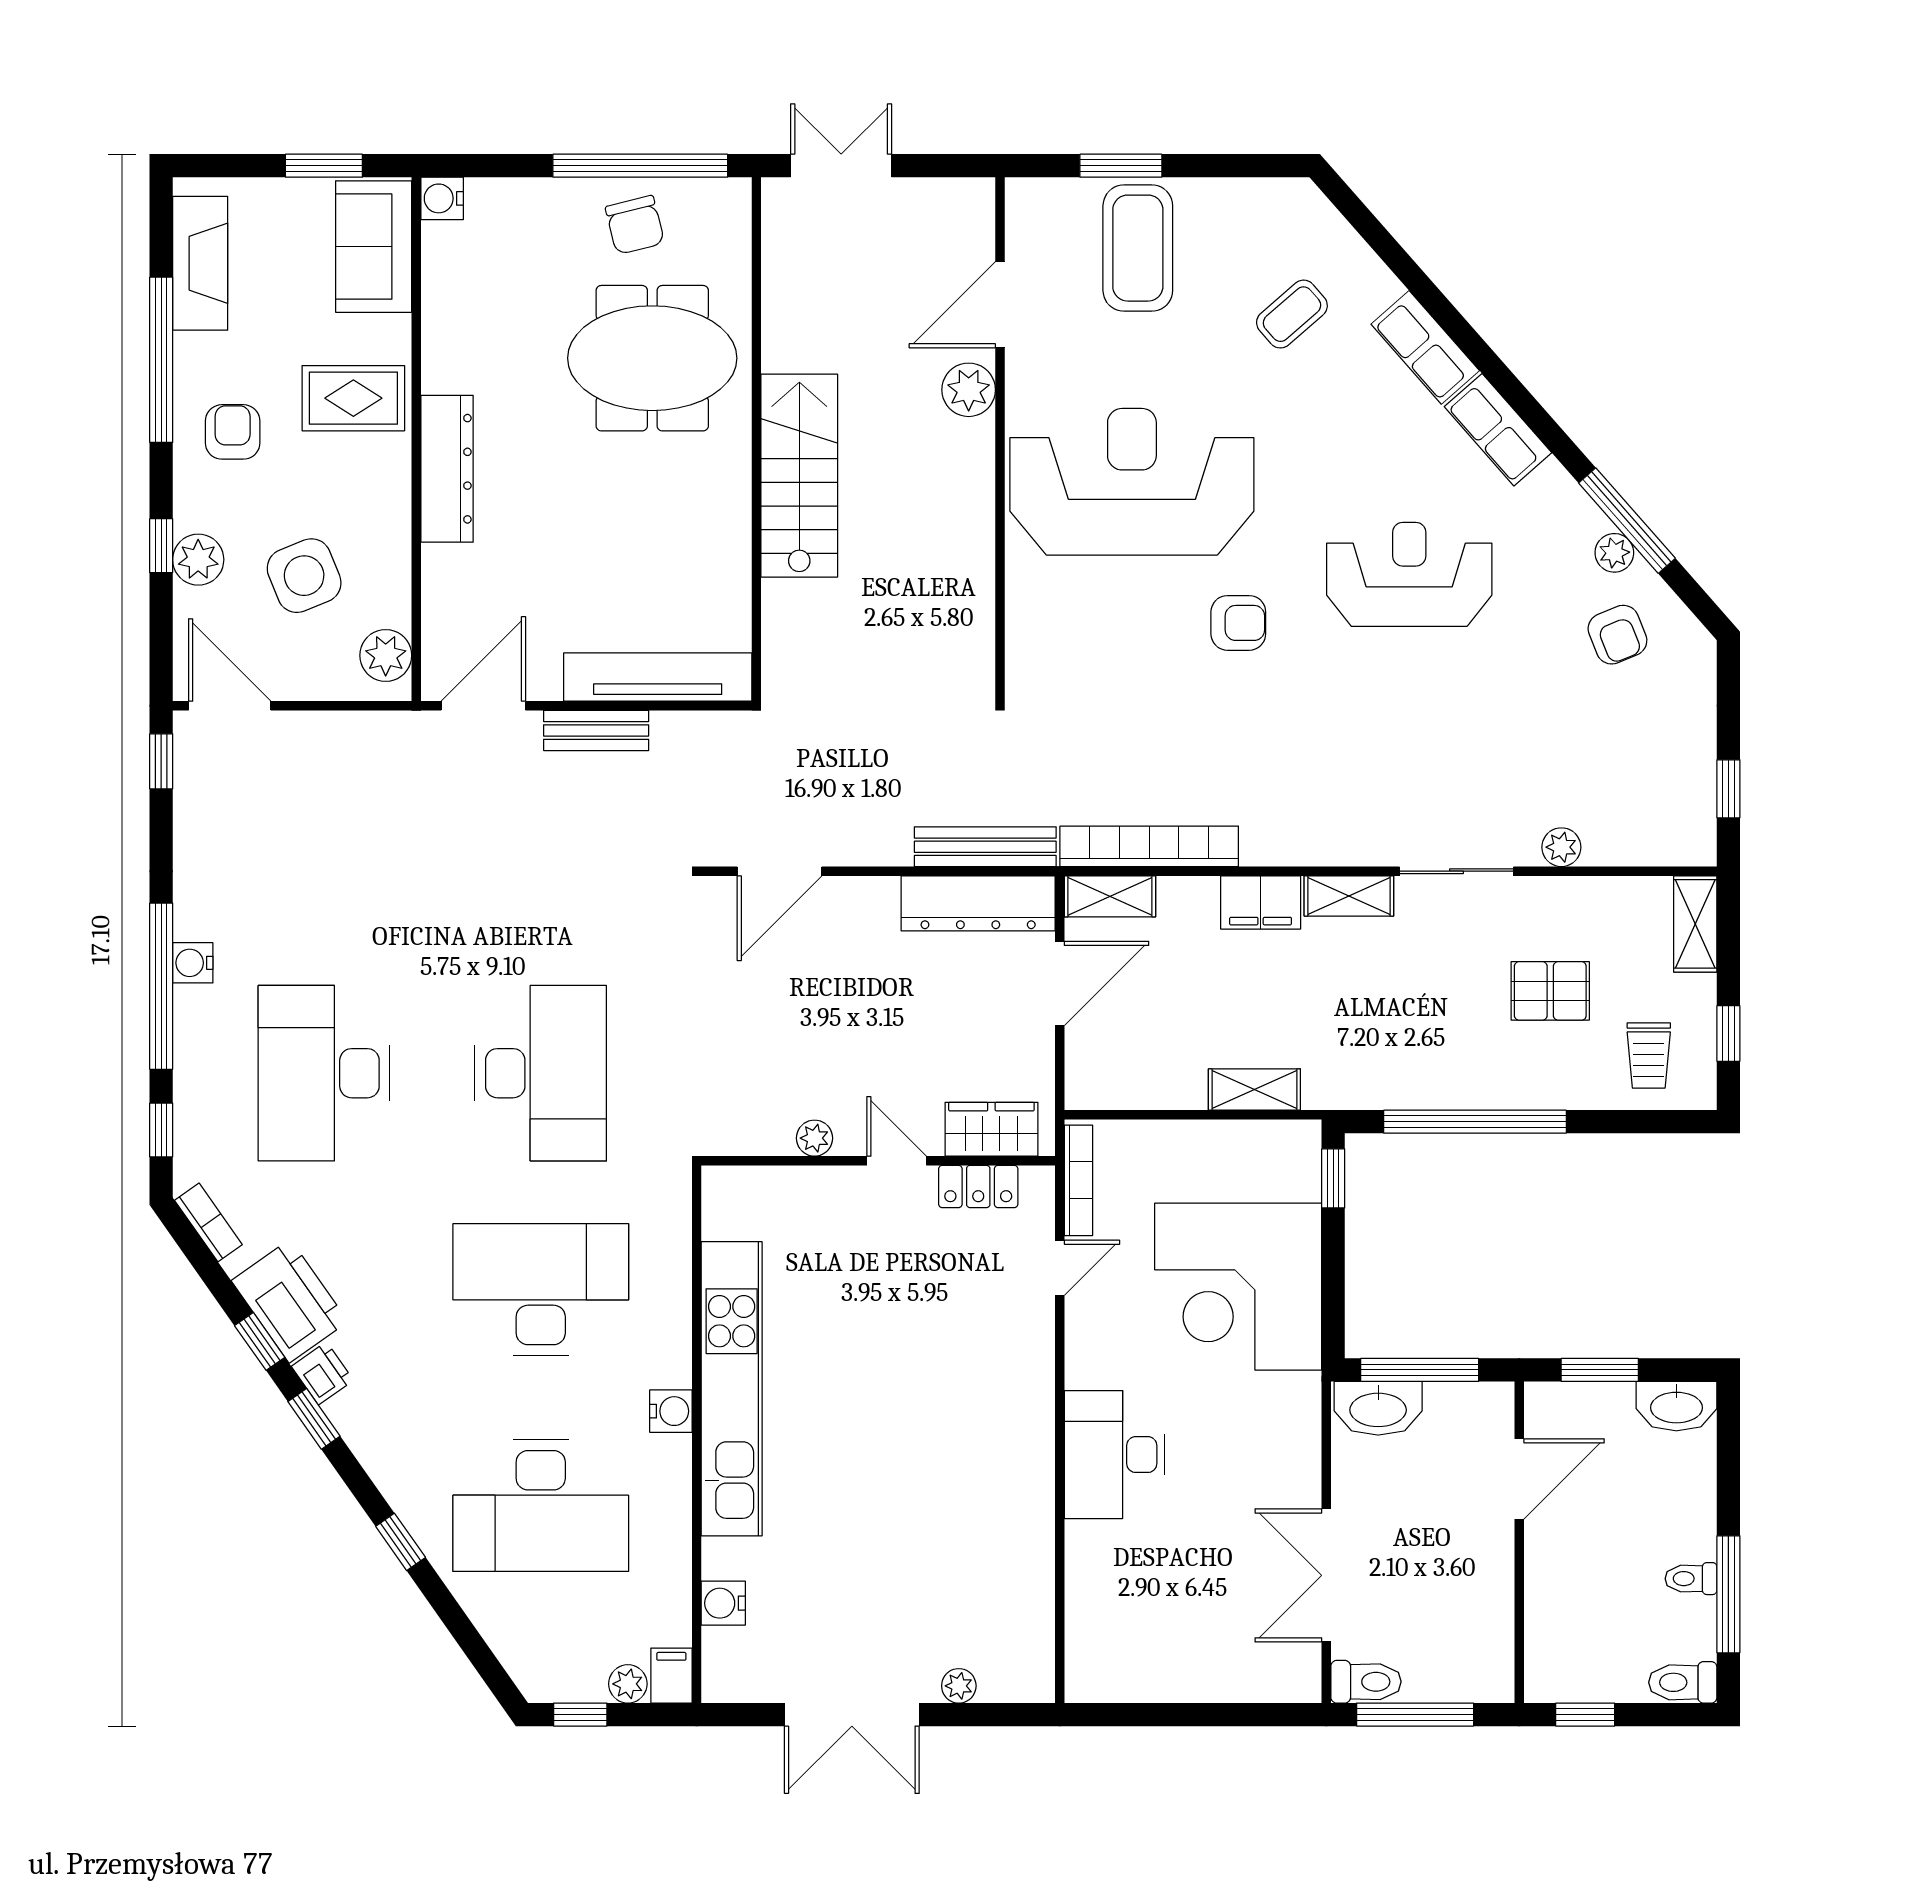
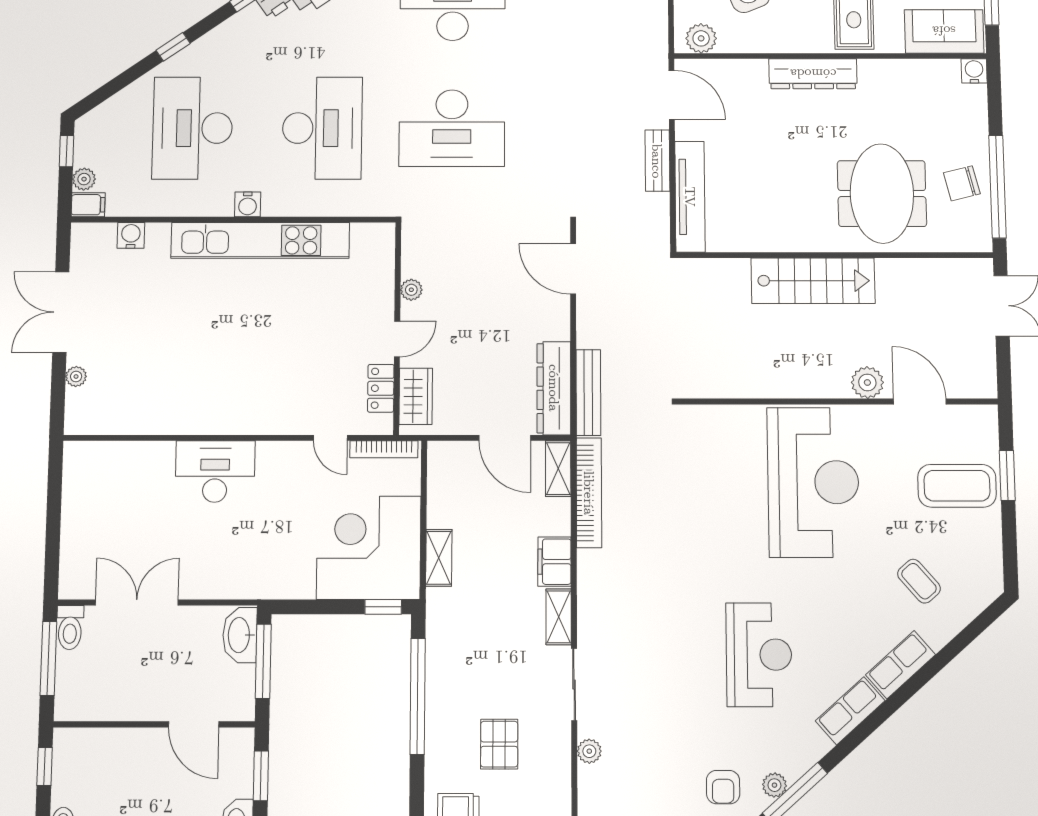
armchair: (1238, 623) -> (727, 548), removed
armchair: (1617, 635) -> (723, 787), turned -68
corner desk: (1238, 1287) -> (369, 548), moved

